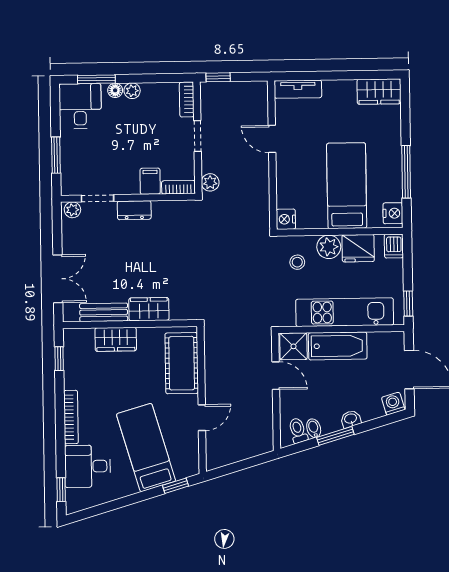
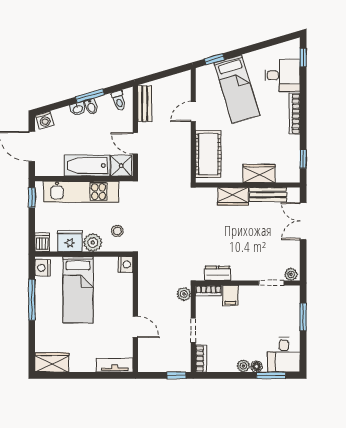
dresser: (134, 210) -> (218, 273), moved
bench: (265, 427) -> (145, 104), added
bidet: (314, 428) -> (91, 107), moved

